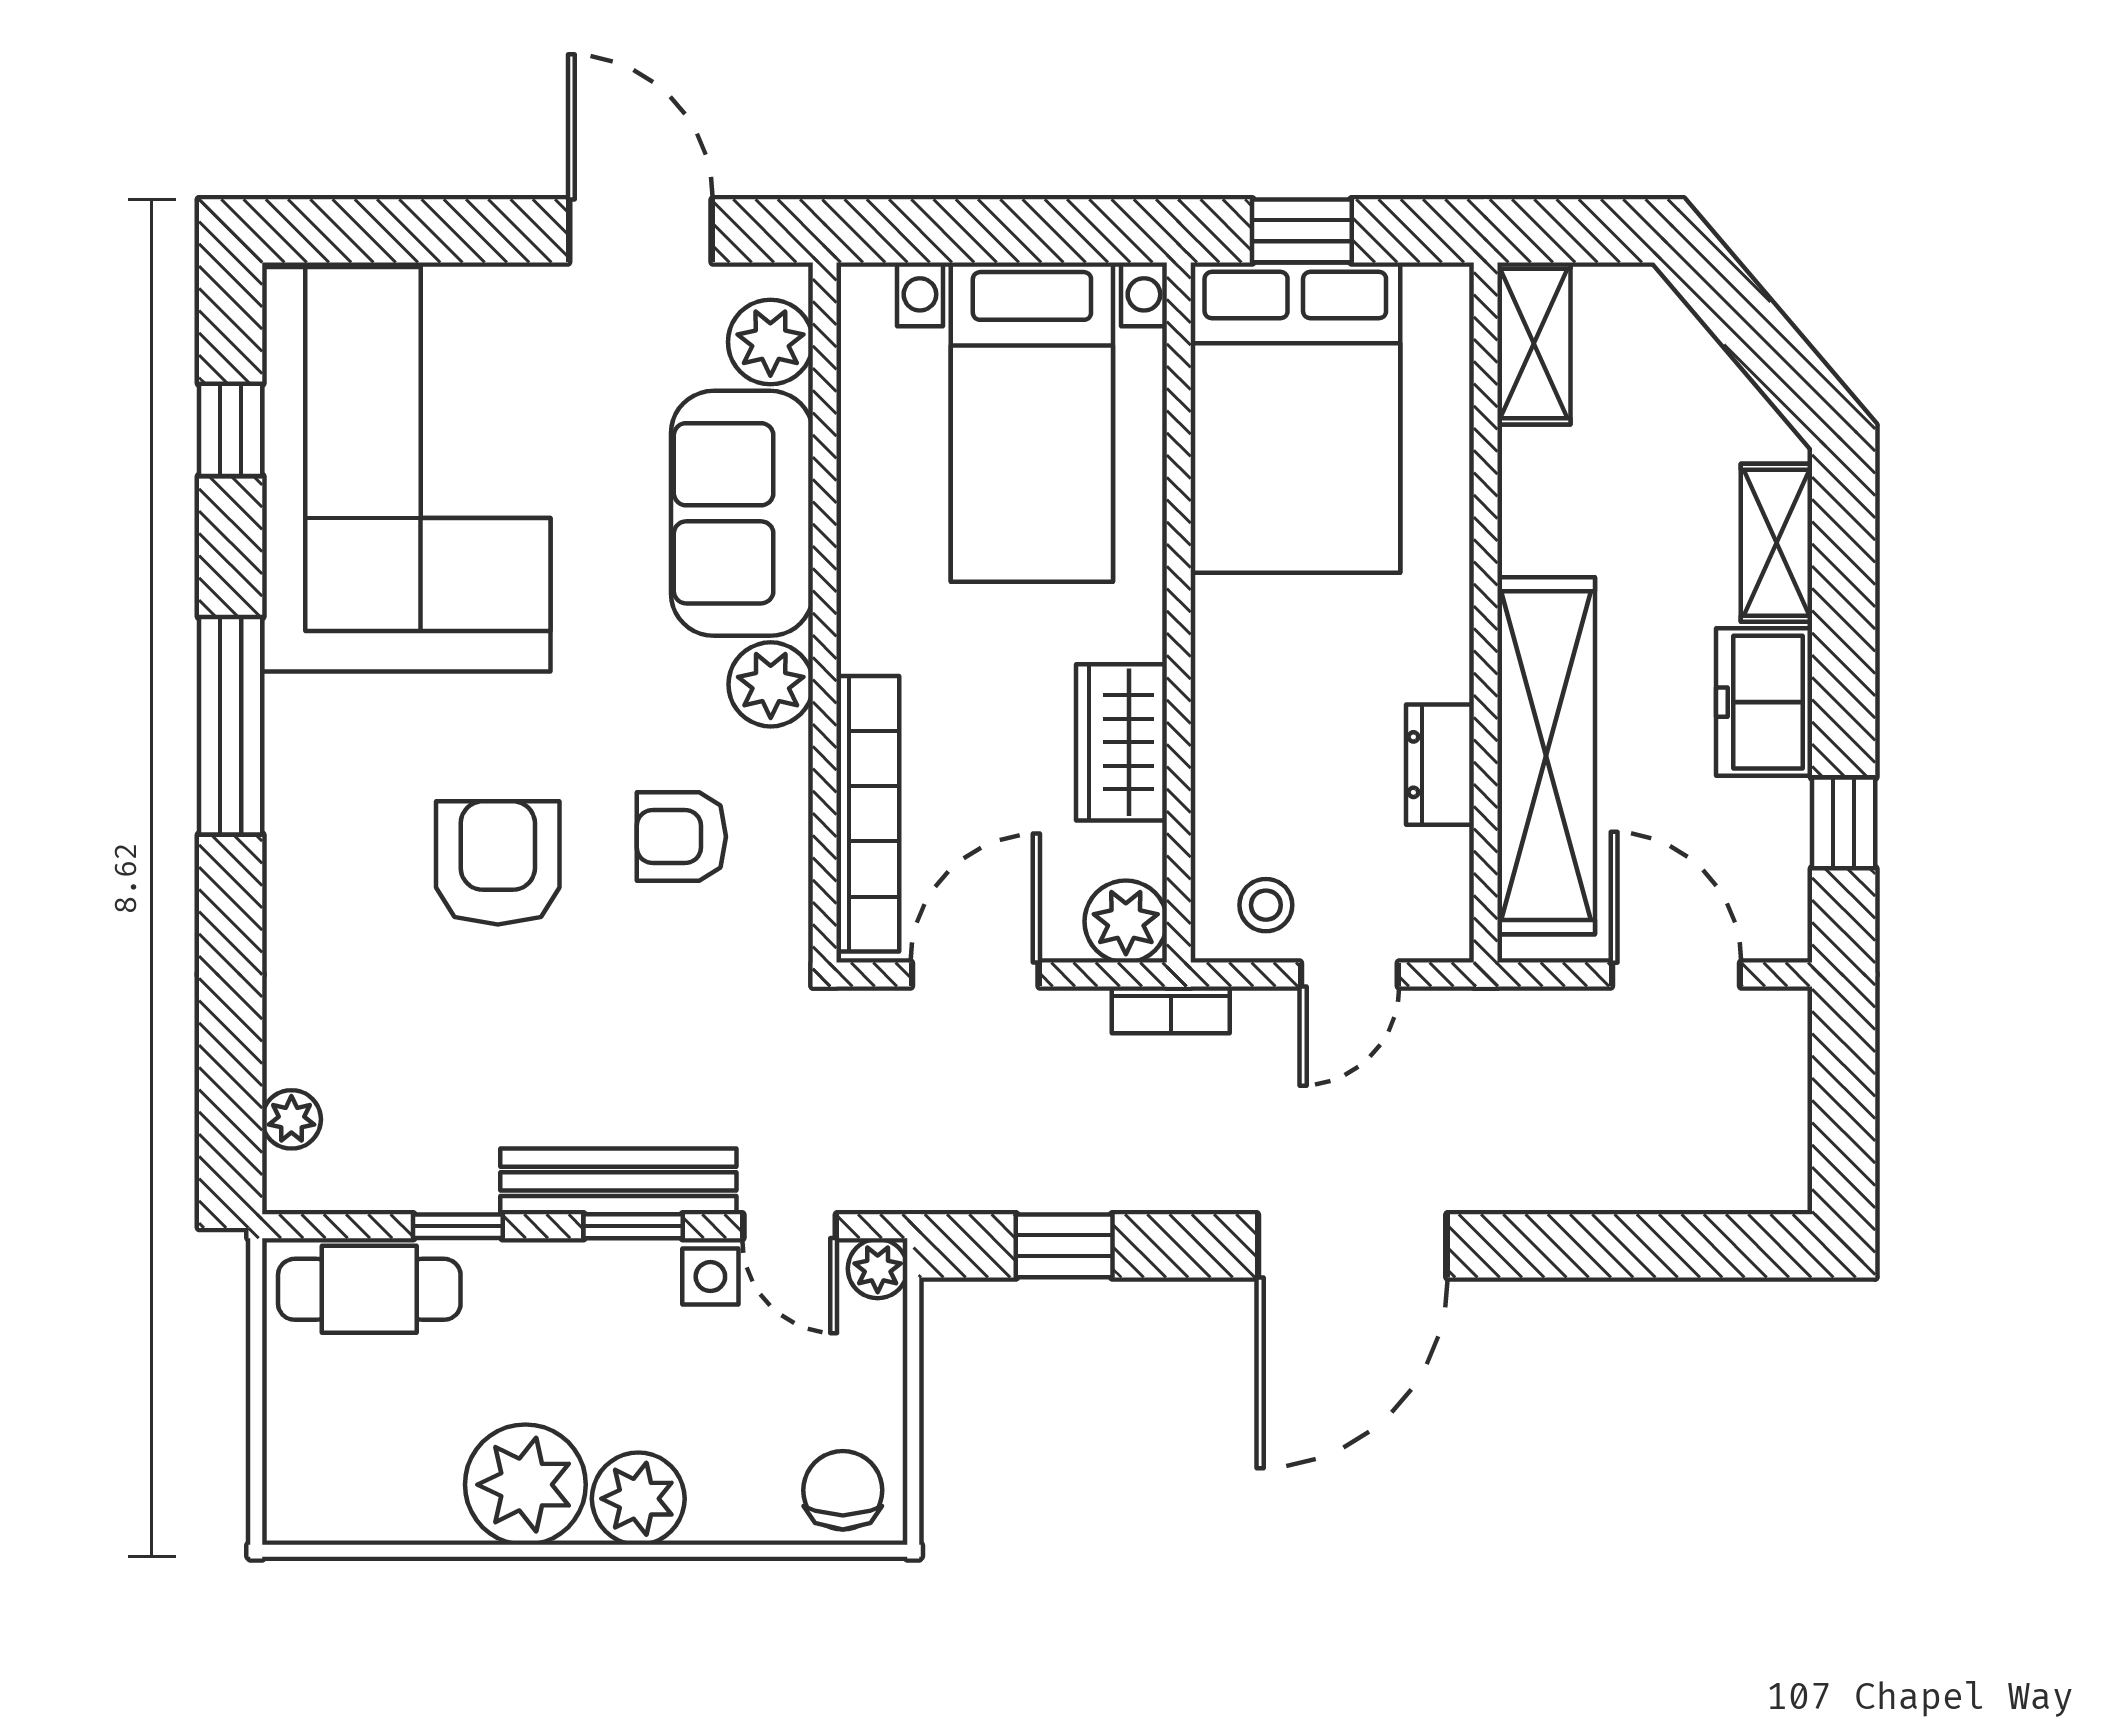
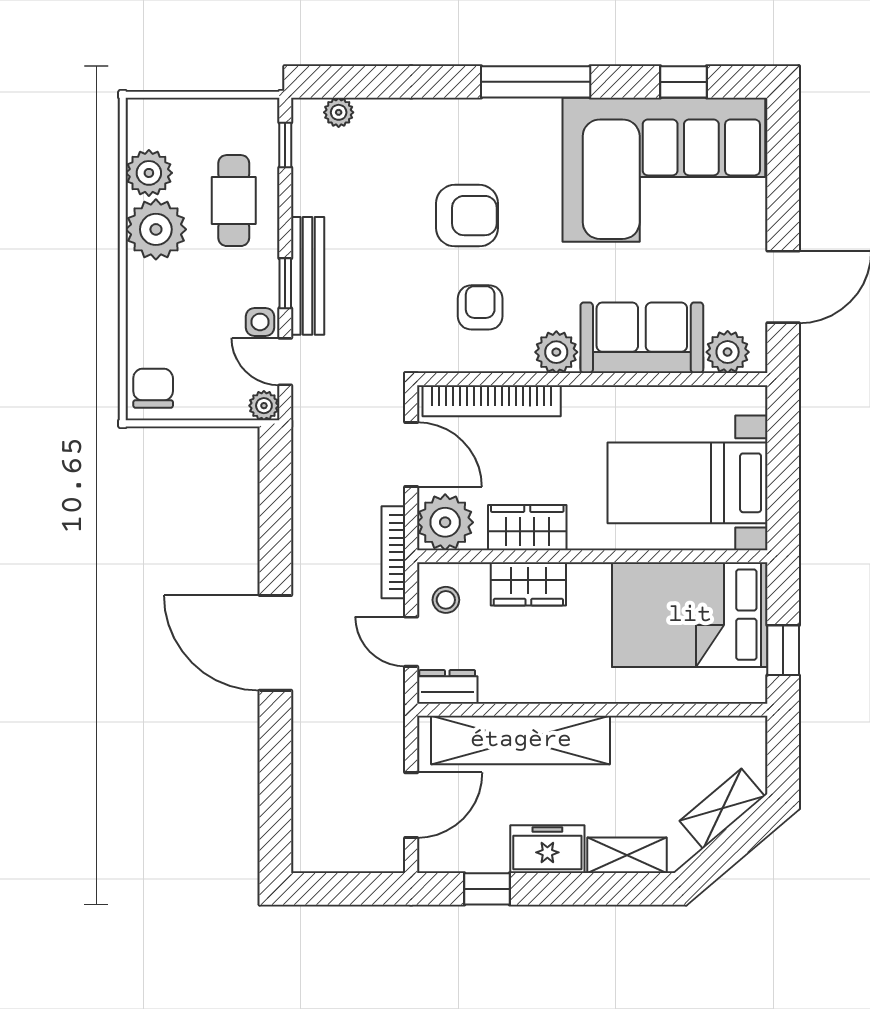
window: (1302, 231) -> (783, 650), moved
shelving: (1534, 344) -> (722, 809), moved, turned -40
wardrobe: (1234, 740) -> (528, 584), added
dresser: (1440, 765) -> (447, 687), moved
plant: (1126, 921) -> (445, 522), width x1.36, depth x1.36
bookcase: (1171, 1010) -> (393, 552), width x1.56
window: (458, 1226) -> (285, 145), moved
door: (790, 1226) -> (285, 362), hinge flipped
window: (1064, 1246) -> (275, 499), removed
cafe table: (369, 1289) -> (234, 201), moved
chair: (843, 1490) -> (153, 388), turned -90
plant: (638, 1499) -> (149, 173), moved

